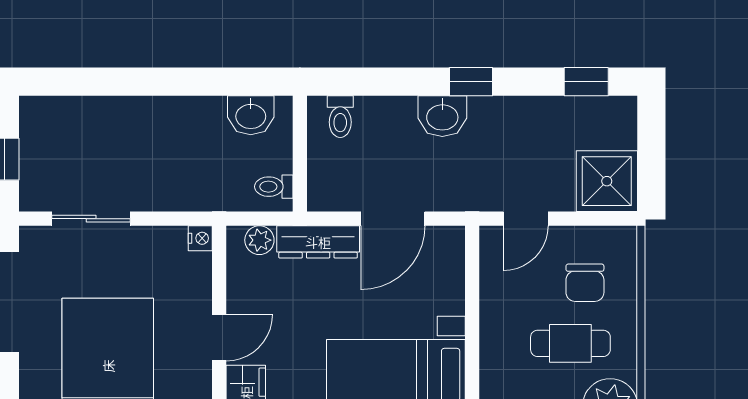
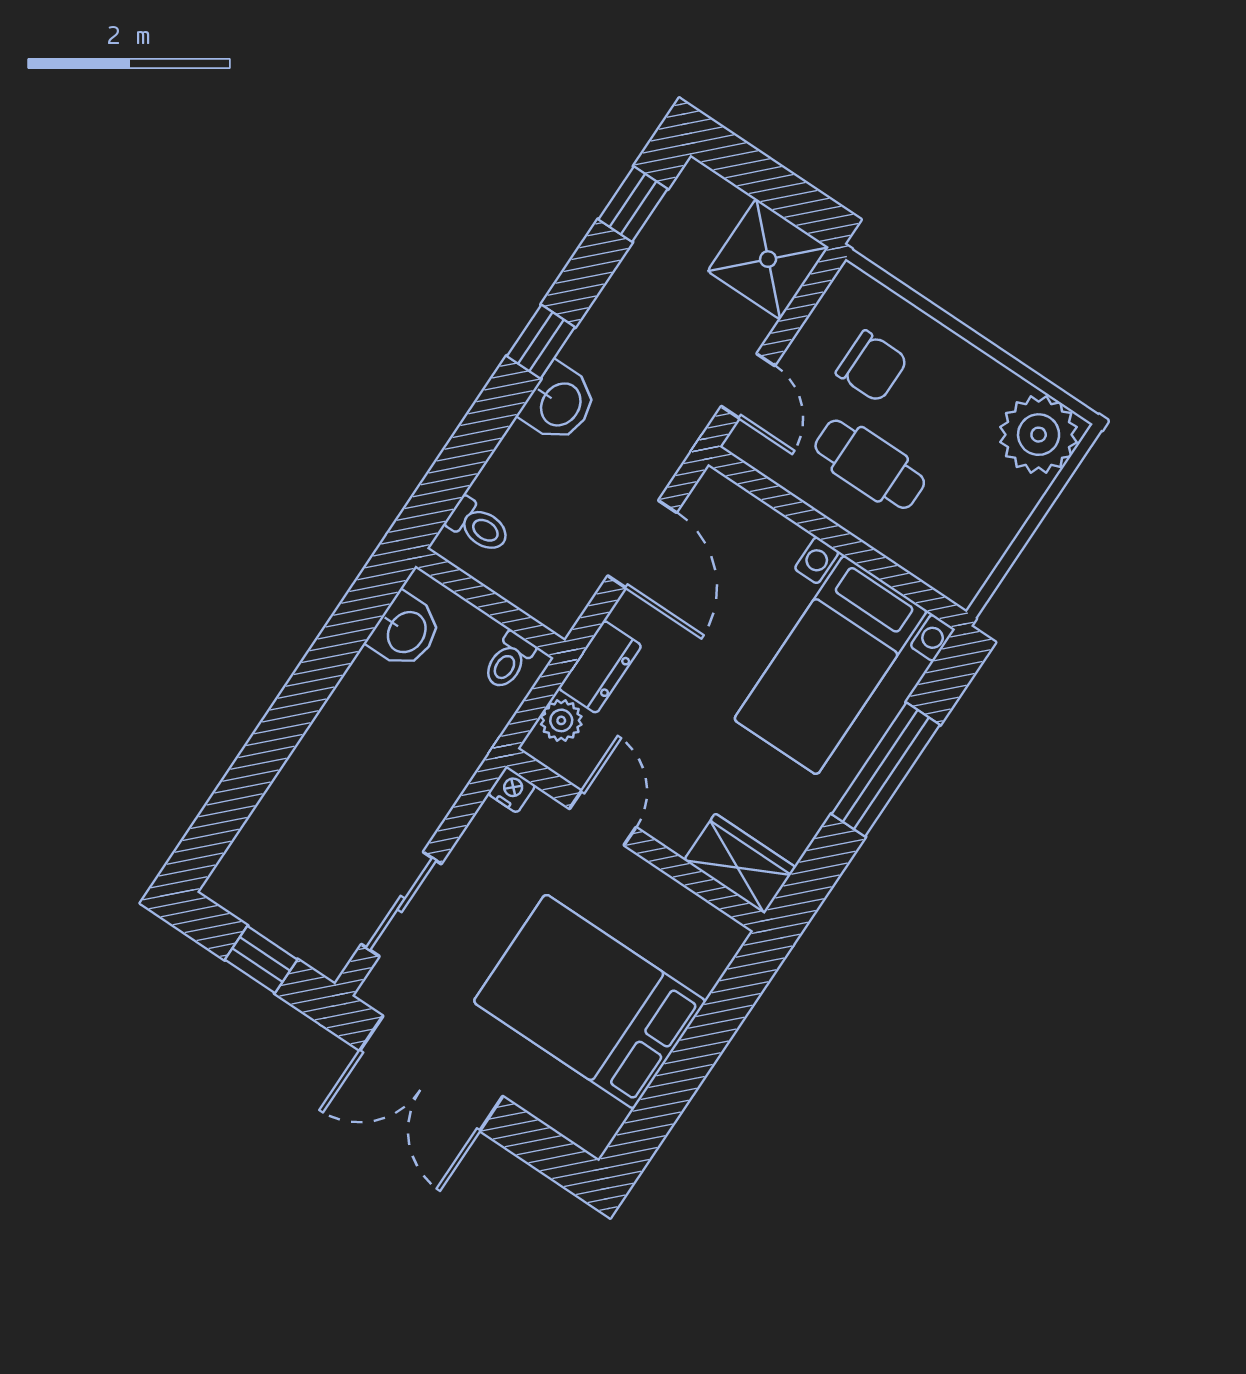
dresser: (318, 242) -> (600, 667), width x0.70
door: (219, 338) -> (603, 818), moved
cafe table: (570, 343) -> (870, 464), moved, turned 90

